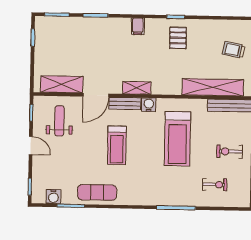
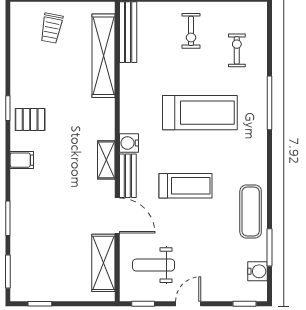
pallet: (178, 38) -> (30, 119), moved
treadmill: (178, 139) -> (200, 113), moved

